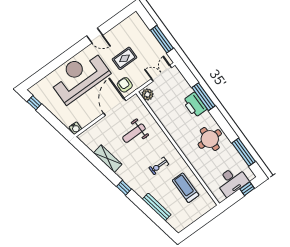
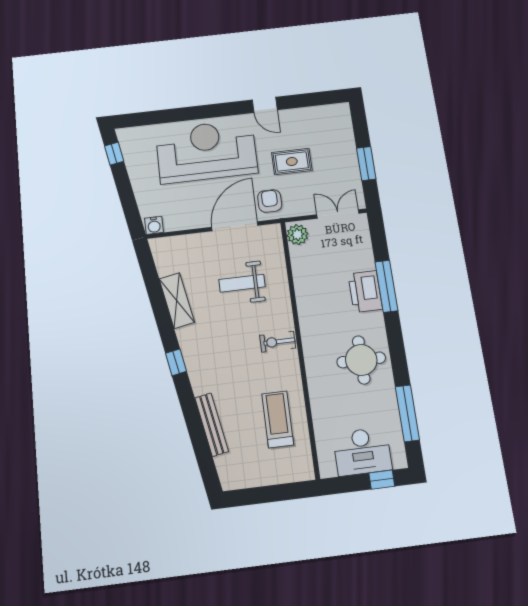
window: (162, 39) -> (366, 164), width x0.69
exercise bike: (159, 166) -> (278, 342), moved

